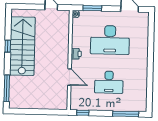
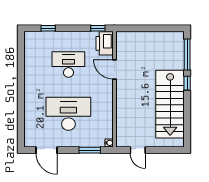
window: (8, 46) -> (187, 83), moved
printer: (76, 54) -> (105, 43), moved, width x1.87, depth x1.48
window: (126, 114) -> (48, 28), width x0.46

